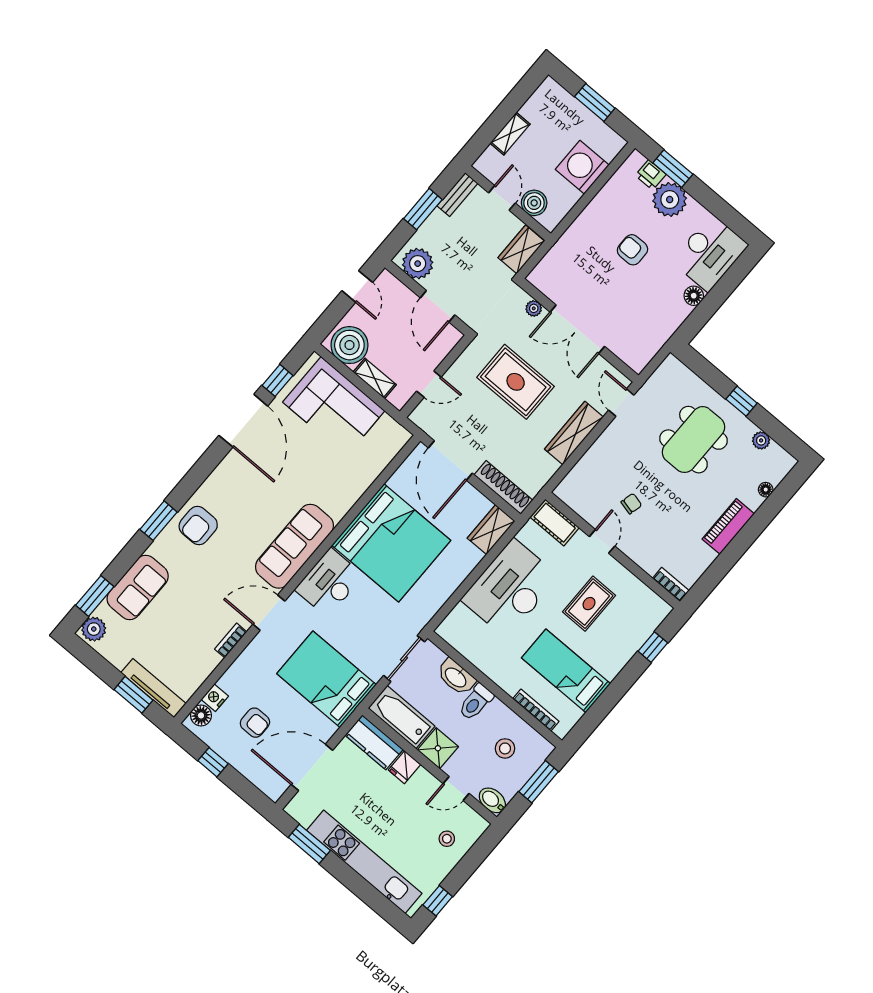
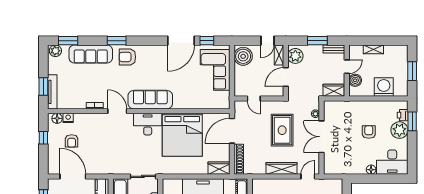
shelving: (375, 378) -> (279, 55), moved
sofa: (138, 587) -> (91, 54), width x1.36
bed: (326, 679) -> (111, 154), removed

